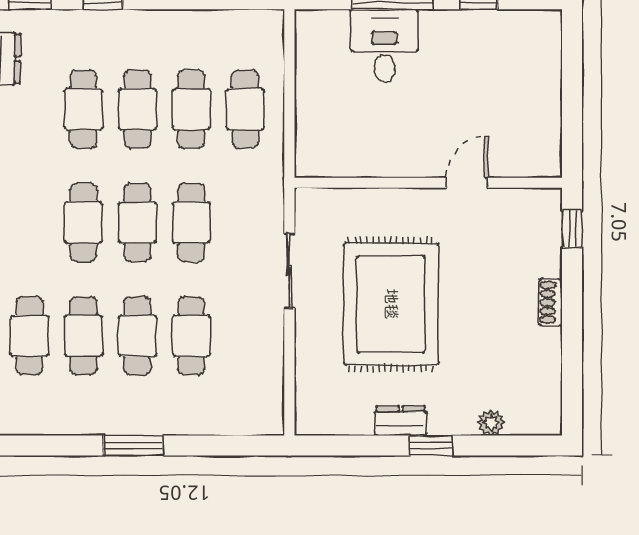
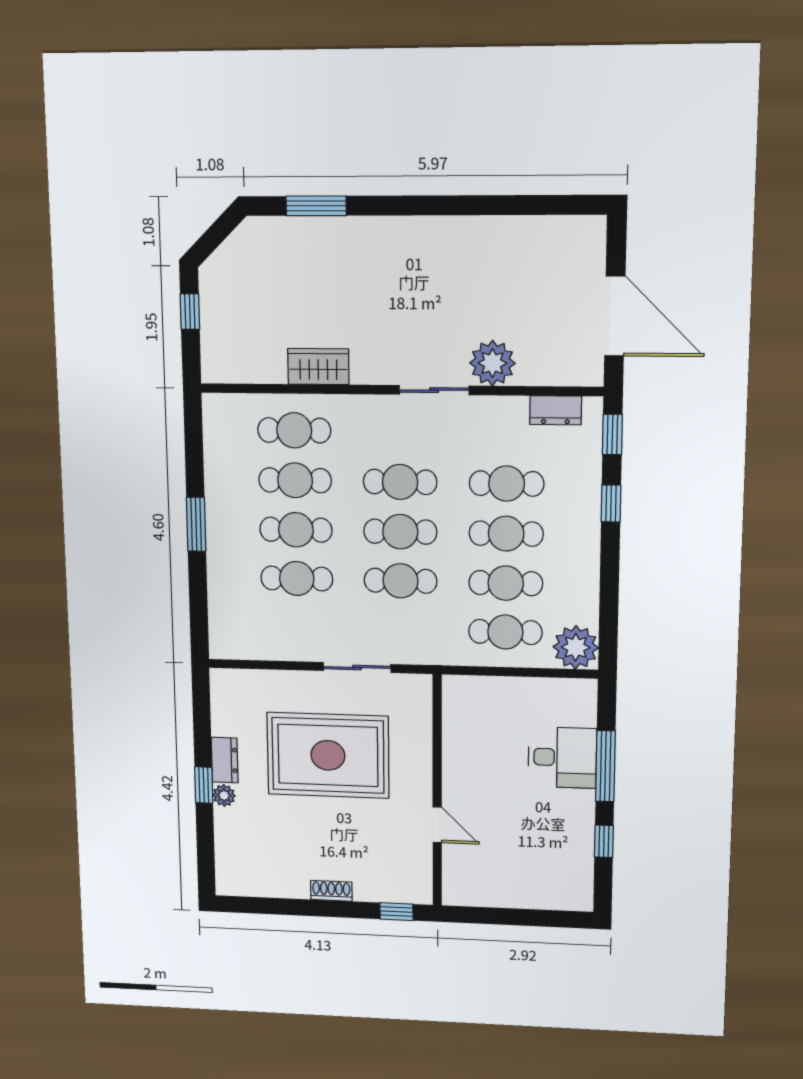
plant: (260, 34) -> (576, 647), added
plant: (491, 423) -> (224, 795), moved

